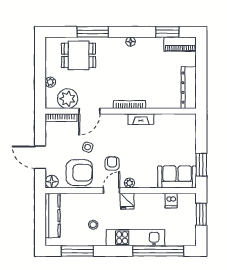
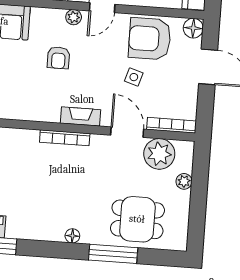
floor lamp: (131, 42) -> (72, 236), moved
door: (89, 111) -> (127, 132), hinge flipped
fireplace: (141, 119) -> (80, 116), moved
armchair: (112, 164) -> (58, 58), moved

